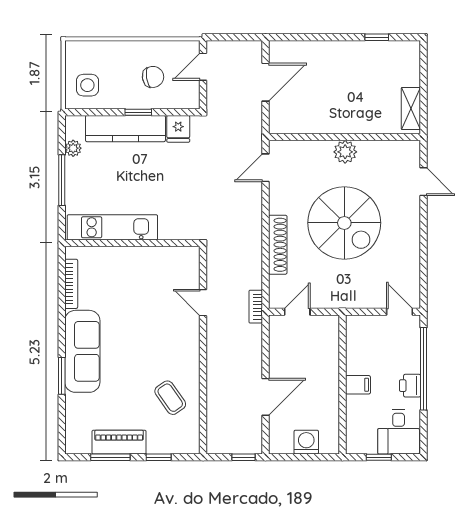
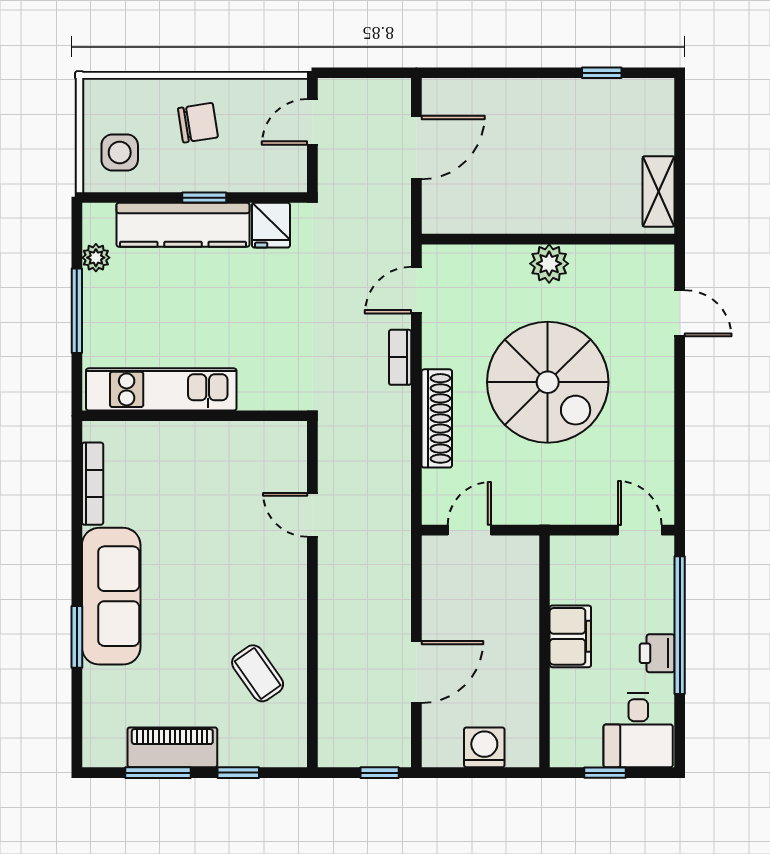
chair: (153, 77) -> (198, 123), moved
bookcase: (256, 307) -> (400, 357), moved
filing cabinet: (358, 385) -> (570, 636), width x2.00

